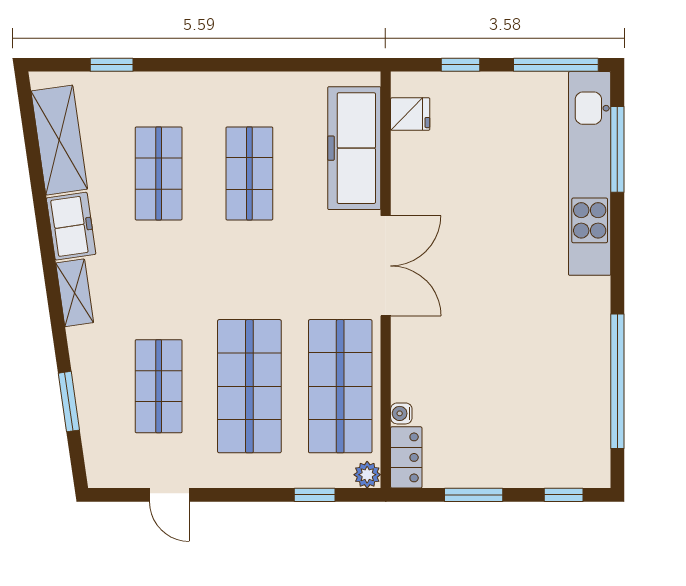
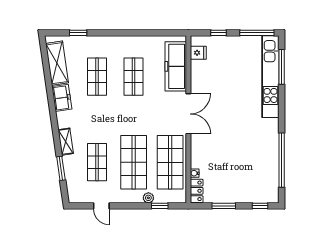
shelving: (75, 293) -> (66, 142), moved
plant: (367, 475) -> (148, 198), moved

